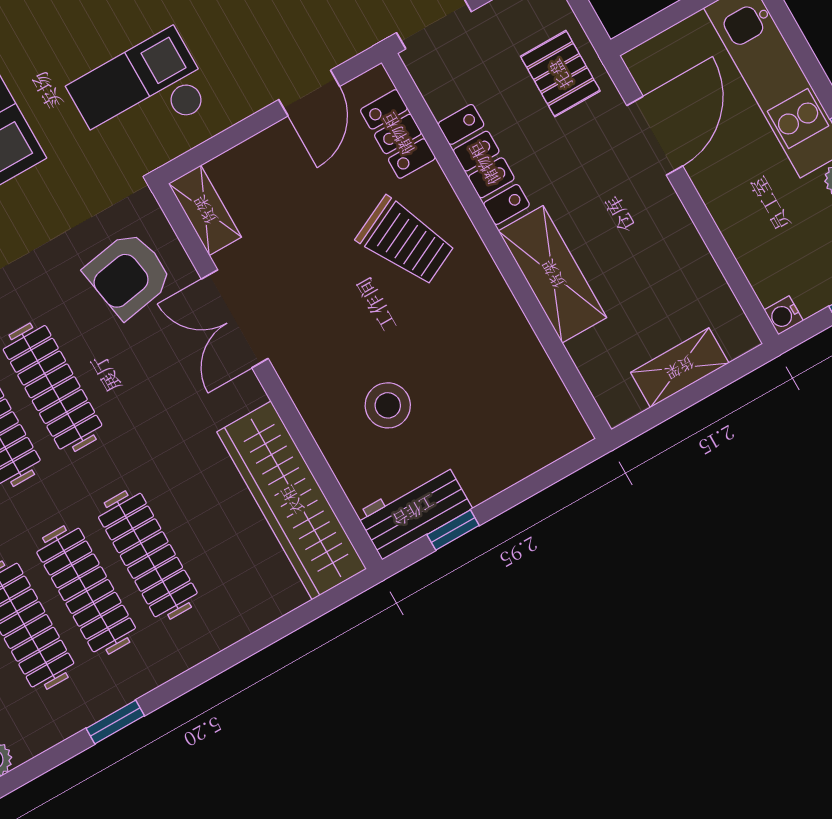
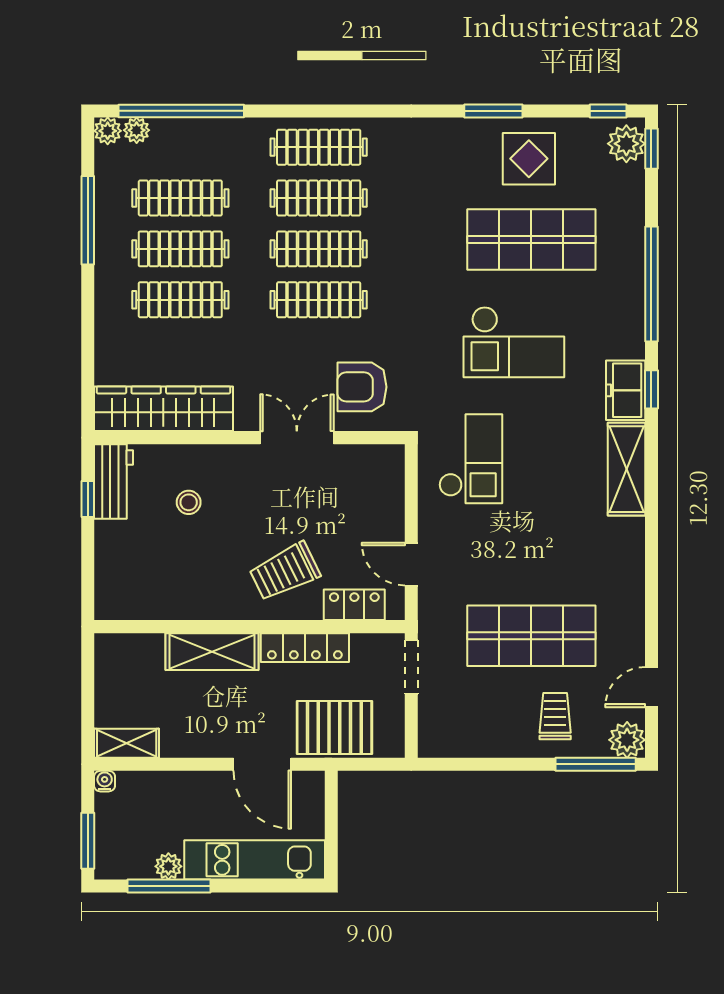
pallet: (560, 74) -> (334, 728), width x1.50, depth x1.42
shelving: (205, 210) -> (375, 457), removed
armchair: (128, 275) -> (362, 387), turned -80
shelving: (680, 368) -> (127, 743), moved, turned 90
stool: (388, 405) -> (189, 502), width x0.73, depth x0.73
window: (115, 722) -> (88, 220), width x2.17

